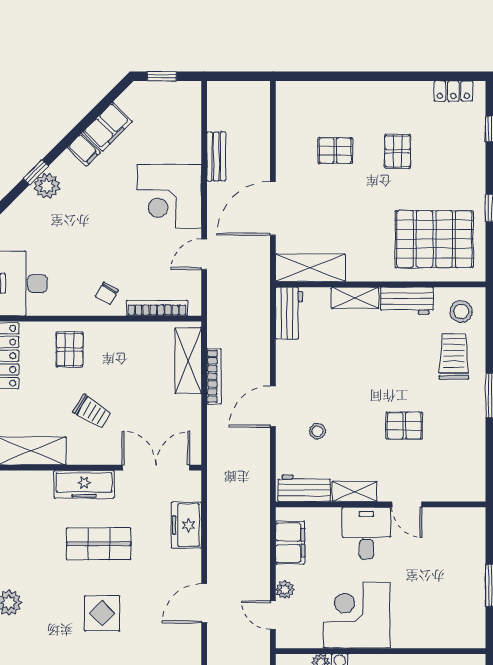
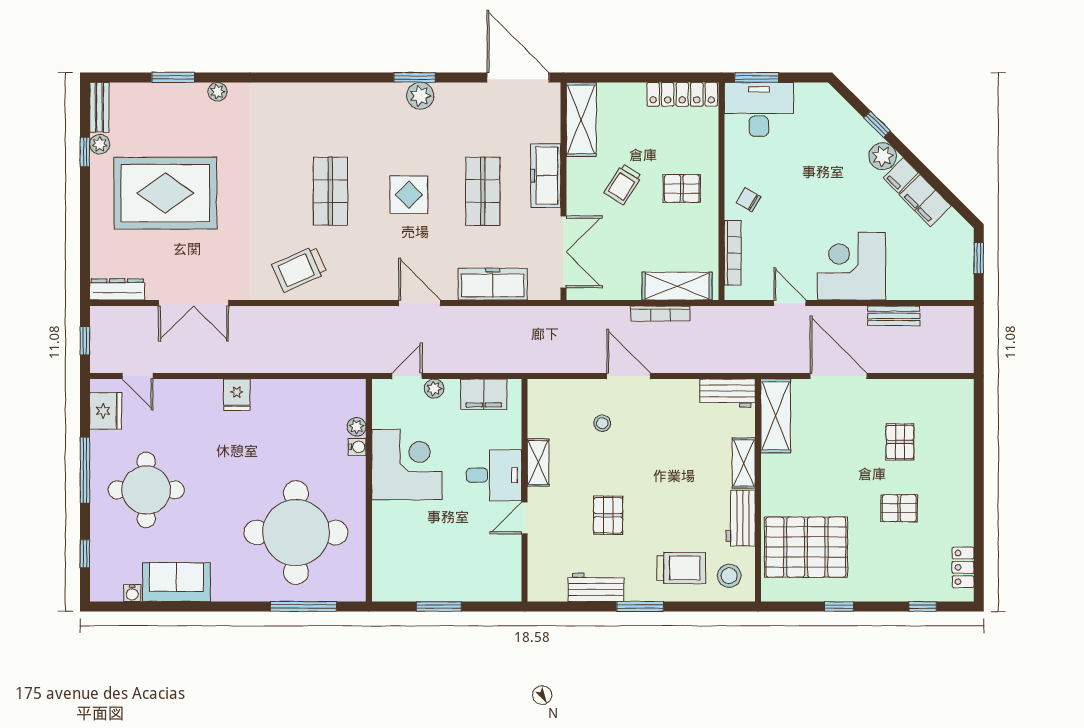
plant: (47, 186) -> (883, 156), moved
pallet: (434, 239) -> (806, 547), turned 90
pallet: (70, 350) -> (682, 188), moved
workbench: (304, 488) -> (596, 587), moved, turned -90
freezer: (186, 525) -> (493, 284), width x1.40

